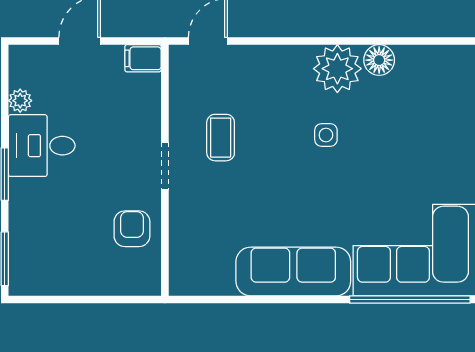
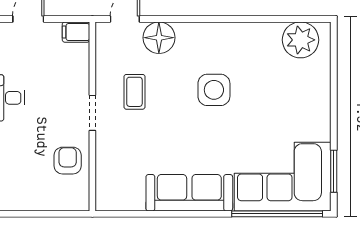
floor lamp: (379, 60) -> (159, 38), moved, width x1.38, depth x1.38
plant: (337, 69) -> (300, 40), moved
side table: (326, 135) -> (214, 90), width x1.87, depth x1.87

